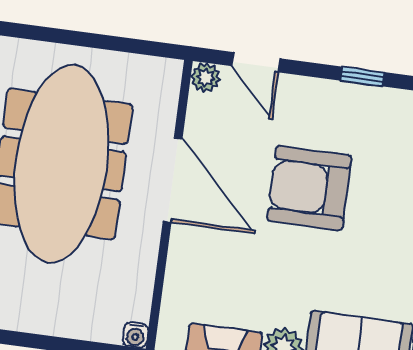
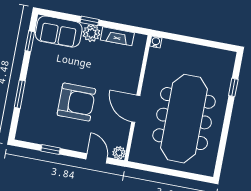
door: (173, 180) -> (136, 109), width x0.73

